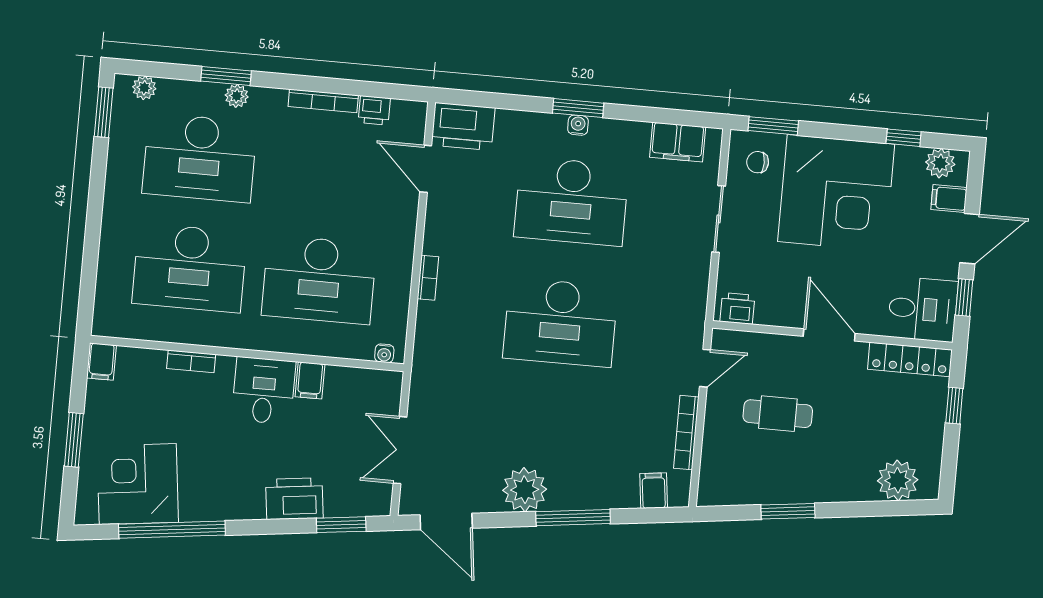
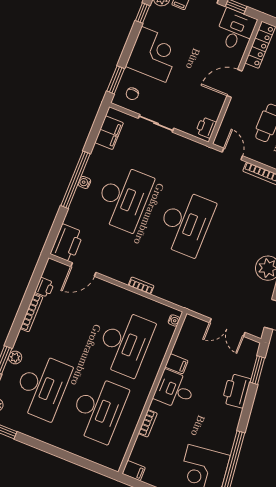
window: (578, 108) -> (75, 180), width x2.11
corner desk: (836, 193) -> (154, 54), width x0.74, depth x0.74

